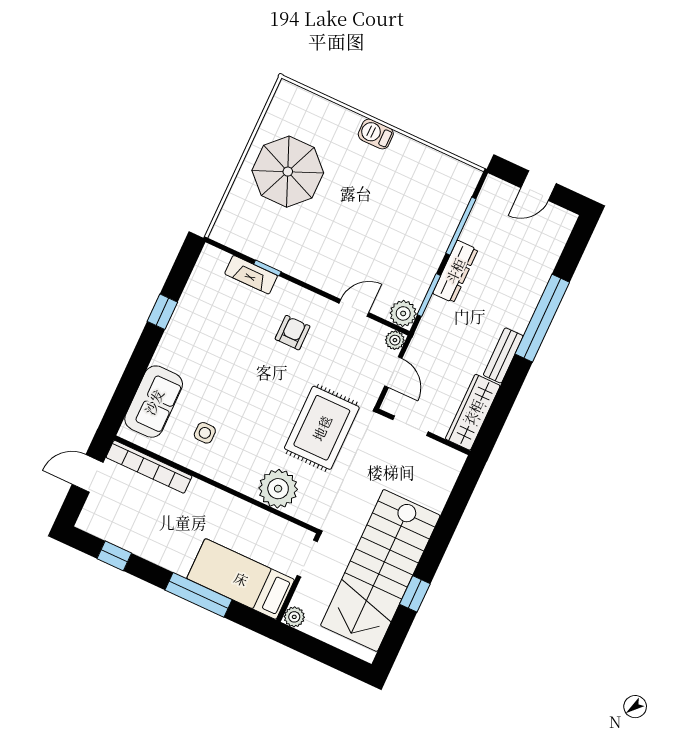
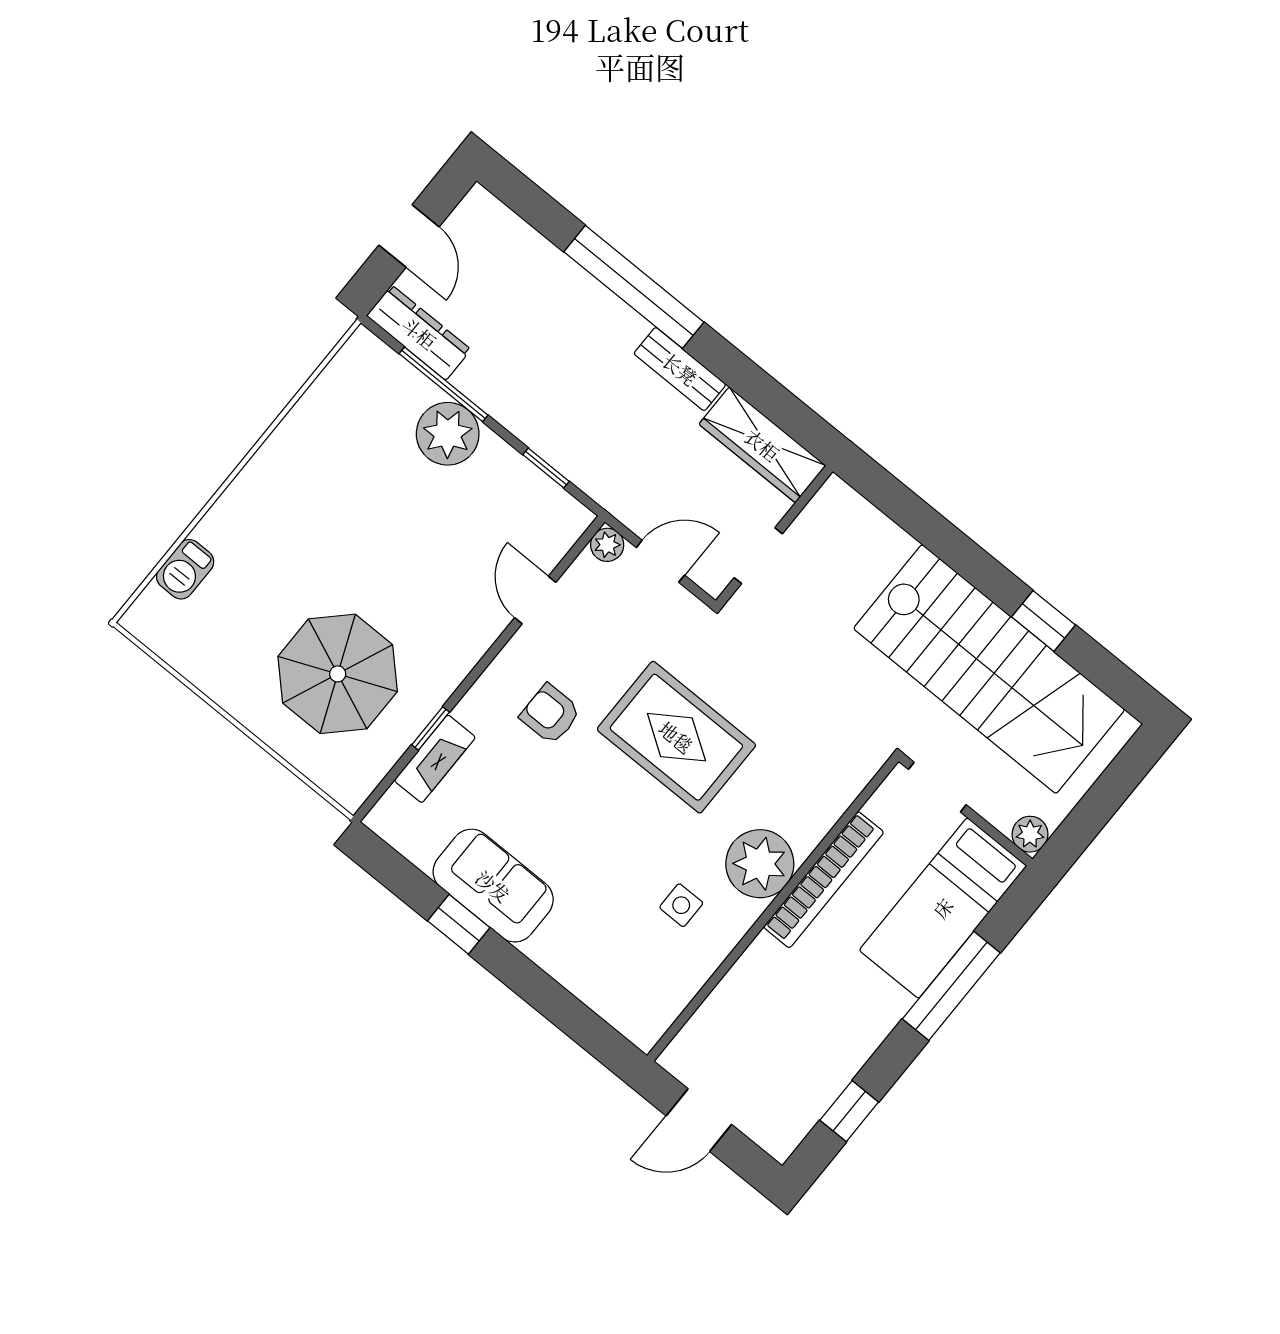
barbecue: (376, 134) -> (185, 569), moved
parasol: (288, 172) -> (338, 674), moved
dresser: (455, 271) -> (419, 333), moved
window: (429, 295) -> (546, 468), width x0.67
plant: (403, 313) -> (448, 434), moved, width x1.36, depth x1.36
sofa: (154, 402) -> (493, 886), moved
rug: (322, 428) -> (676, 737), moved
bookcase: (149, 467) -> (824, 880), moved
door: (88, 473) -> (699, 1120), hinge flipped
plant: (278, 489) -> (760, 864), moved

